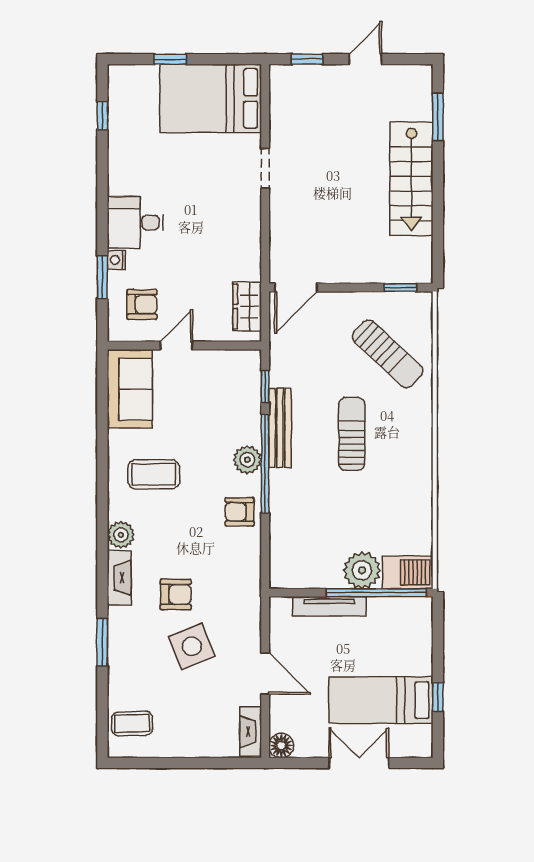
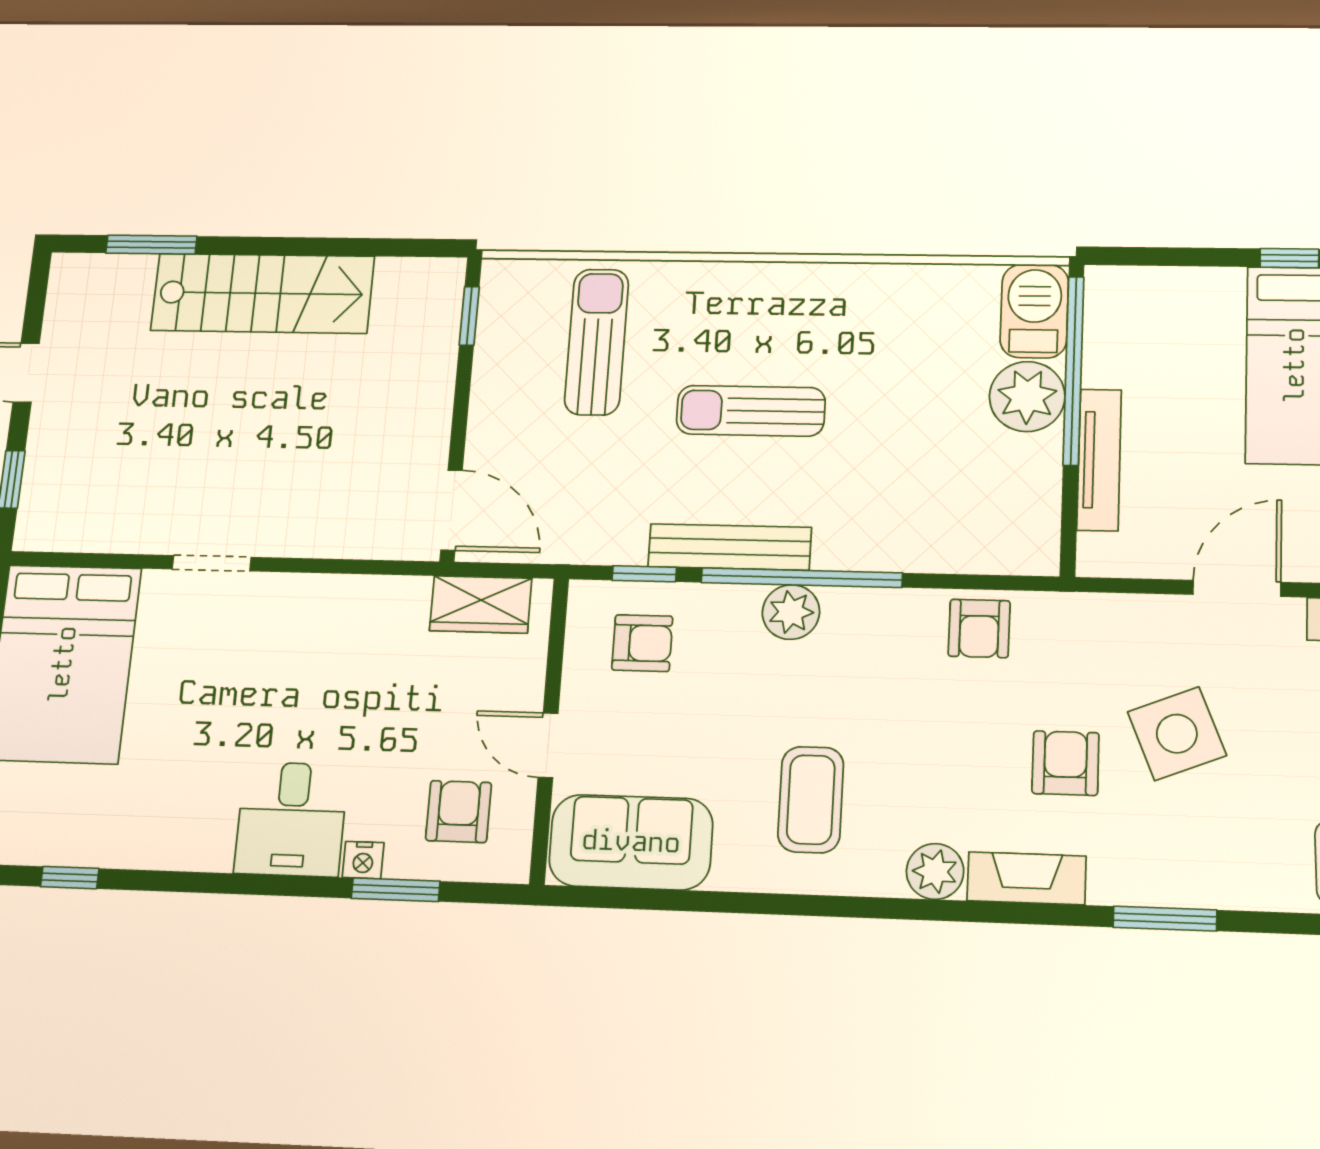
sun lounger: (387, 354) -> (597, 342), turned -43
armchair: (229, 388) -> (642, 643), added
armchair: (240, 512) -> (979, 628), moved

